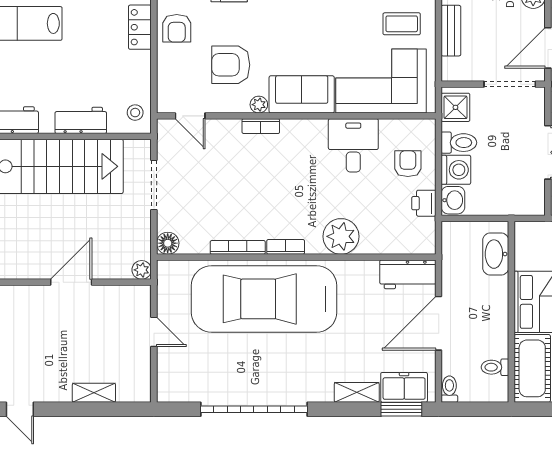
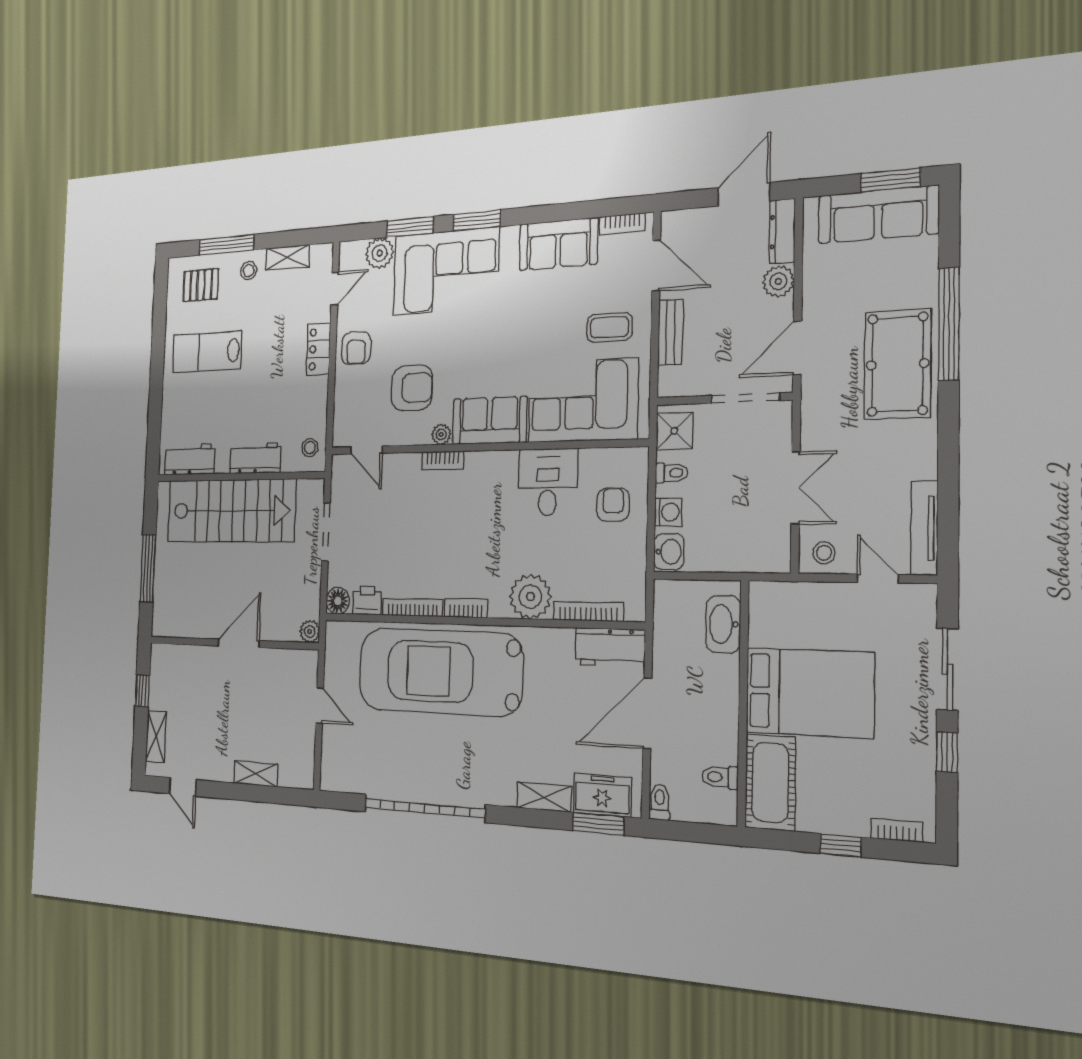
armchair: (231, 65) -> (412, 388), turned 180
toilet: (459, 143) -> (672, 473), width x0.73, depth x0.72
washing machine: (456, 170) -> (668, 512), width x0.73, depth x0.73
printer: (424, 203) -> (367, 600), moved, turned 90
bookcase: (389, 247) -> (588, 611), added

